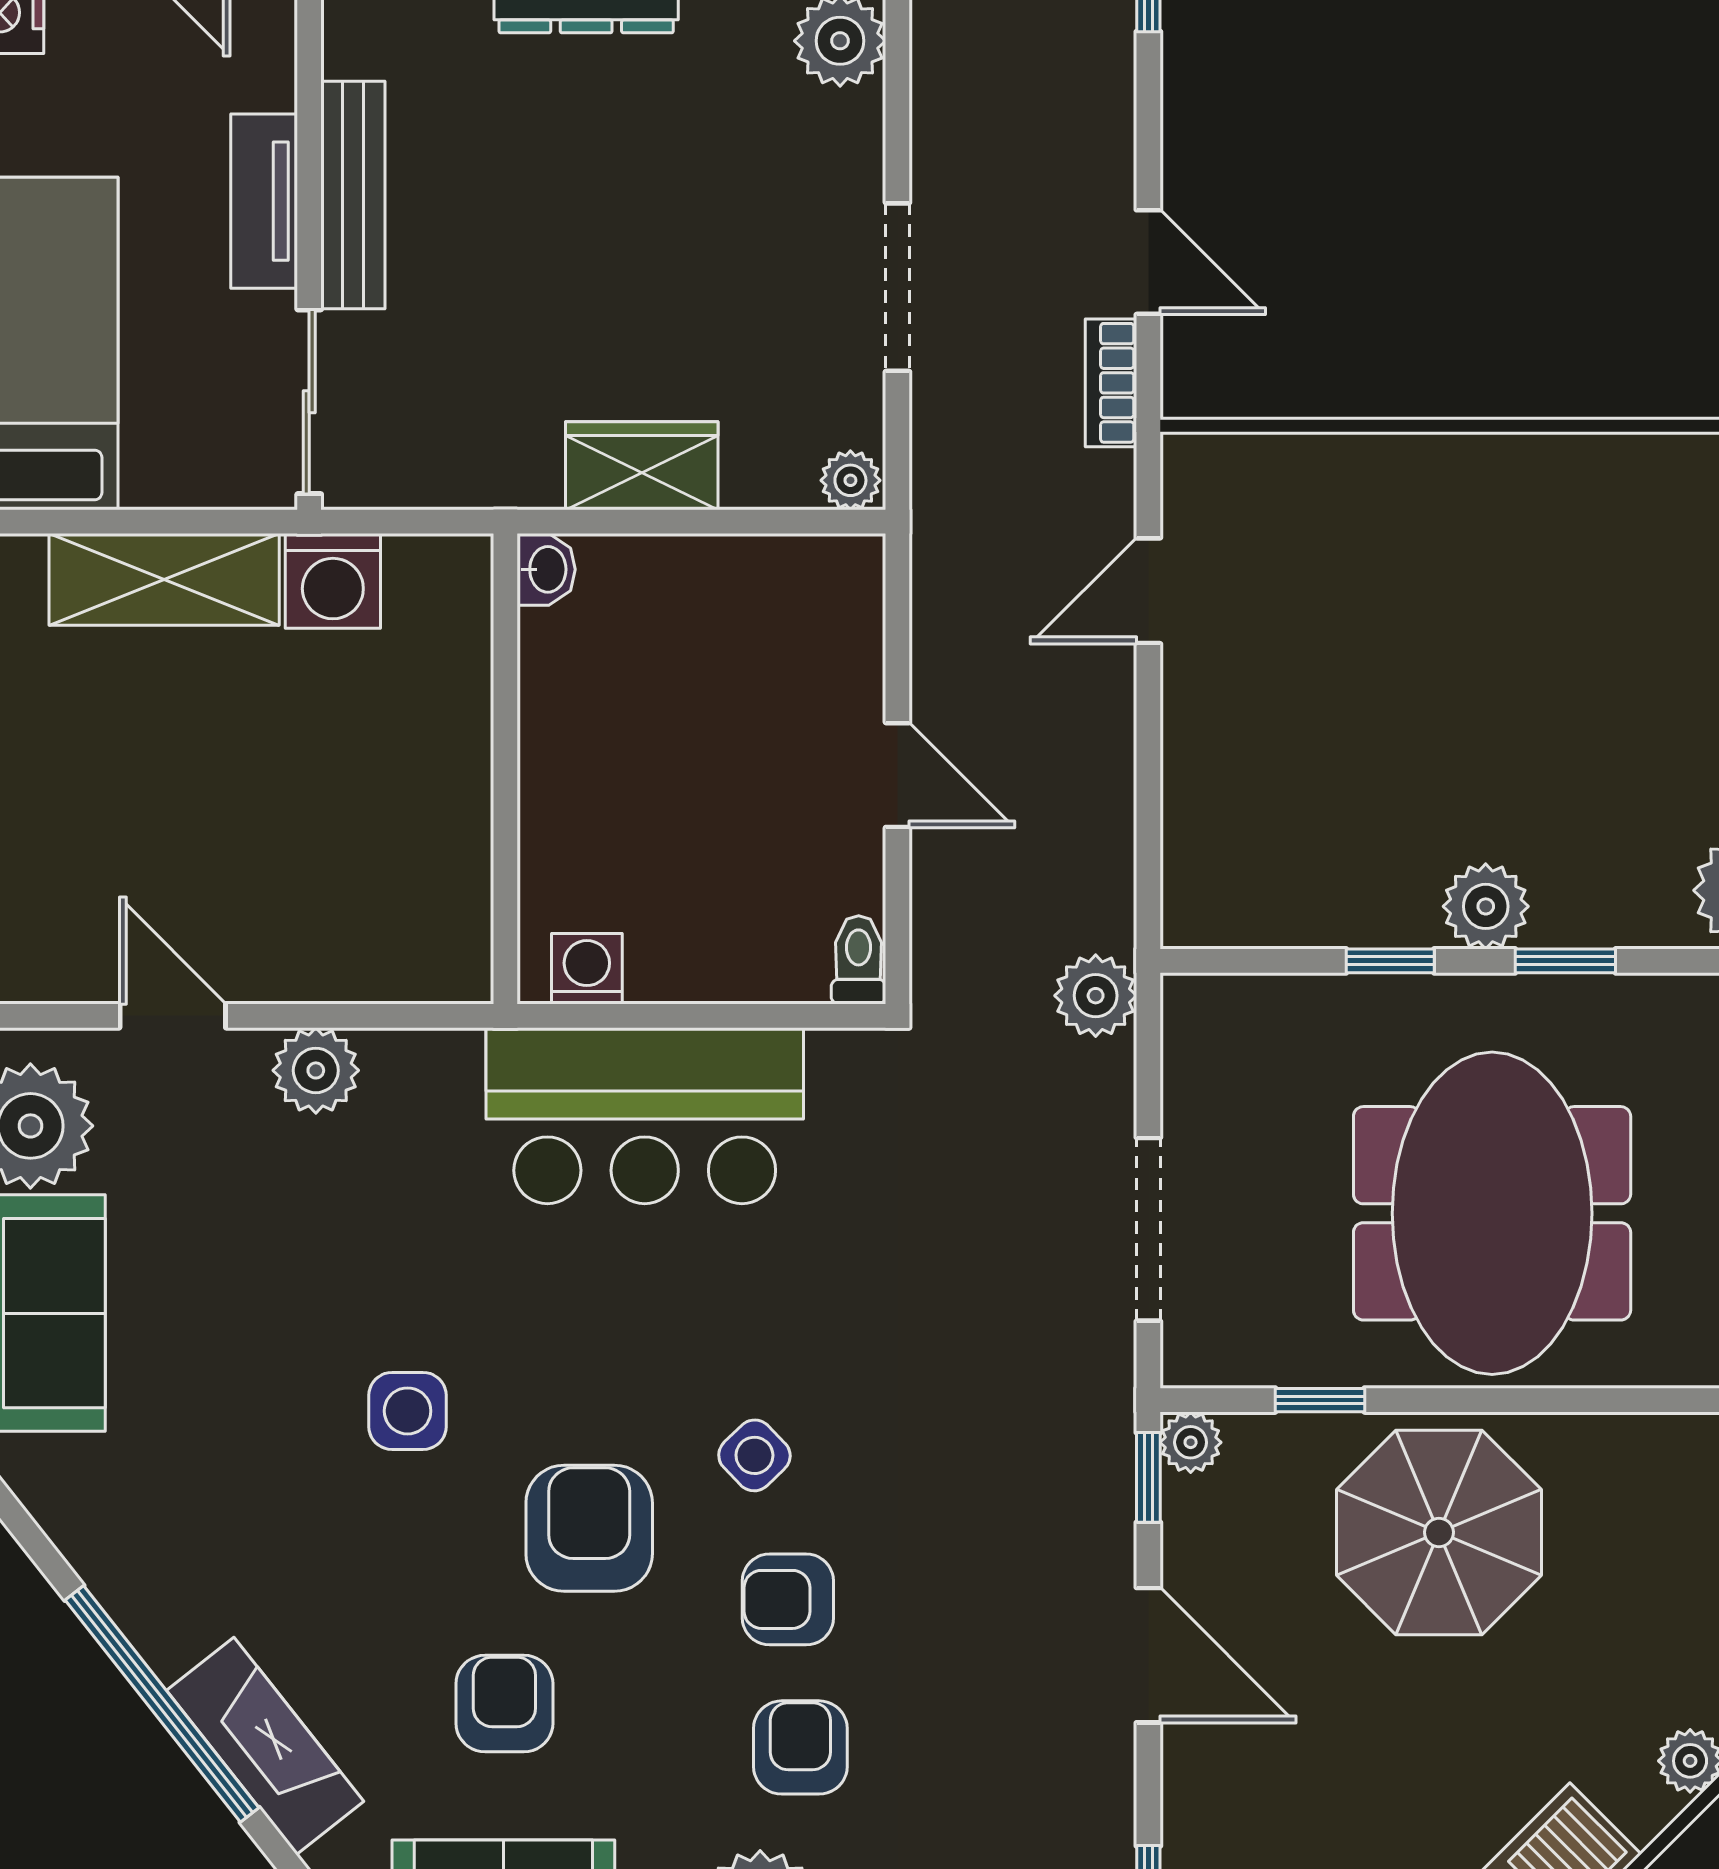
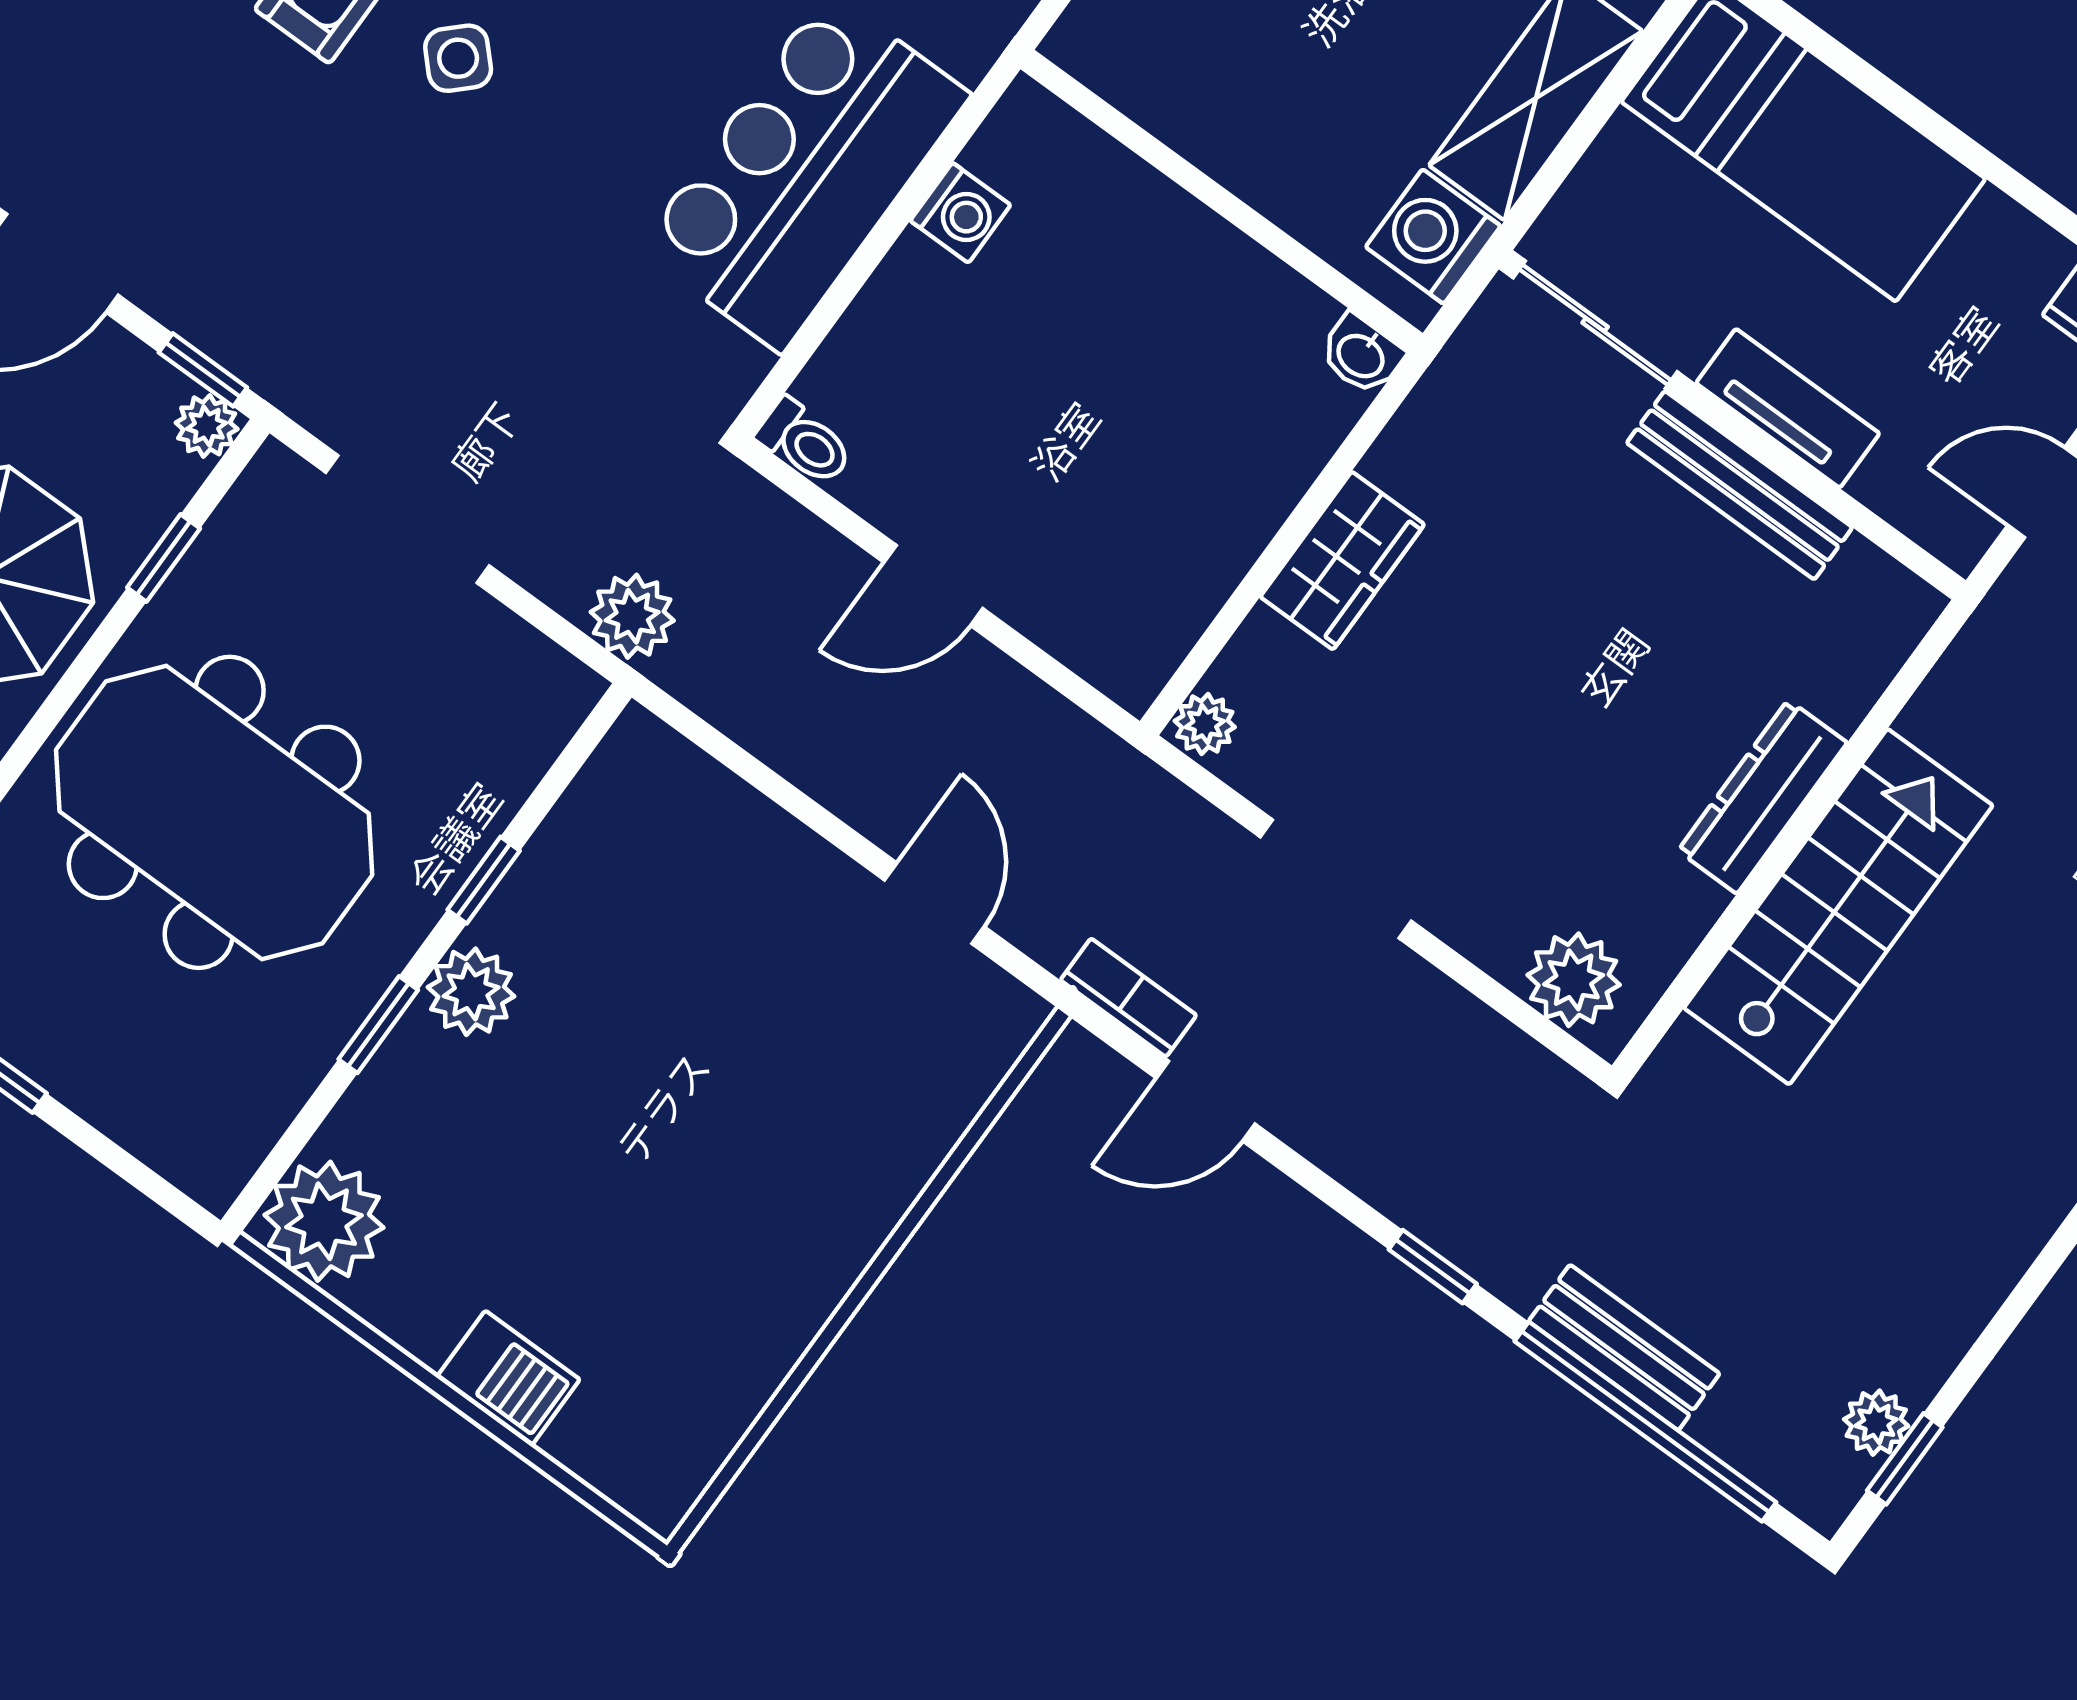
washbasin: (546, 569) -> (1362, 355), moved
wall: (505, 769) -> (1222, 201), moved

